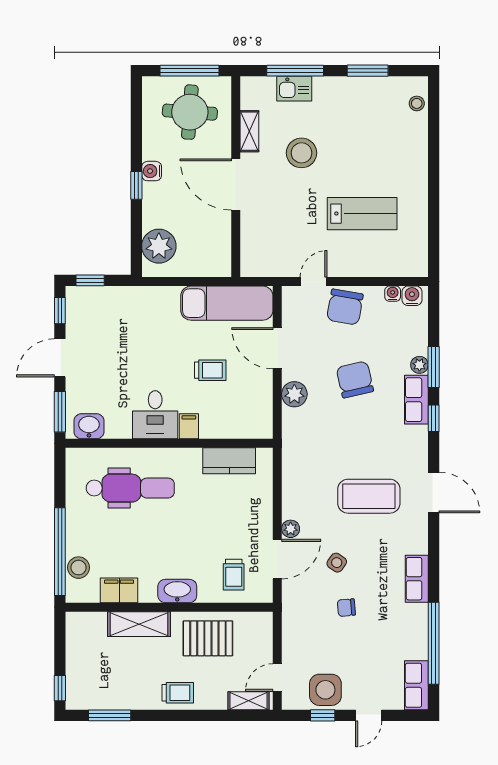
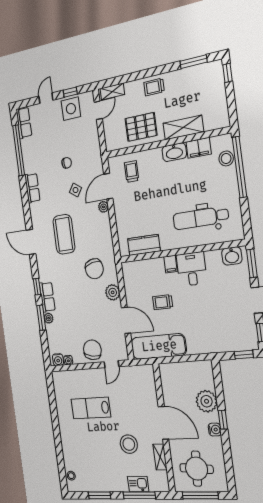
plant: (159, 246) -> (207, 401), moved
chair: (355, 379) -> (94, 269), moved
coffee table: (369, 496) -> (64, 234), turned 90
washbasin: (177, 591) -> (174, 152), moved

